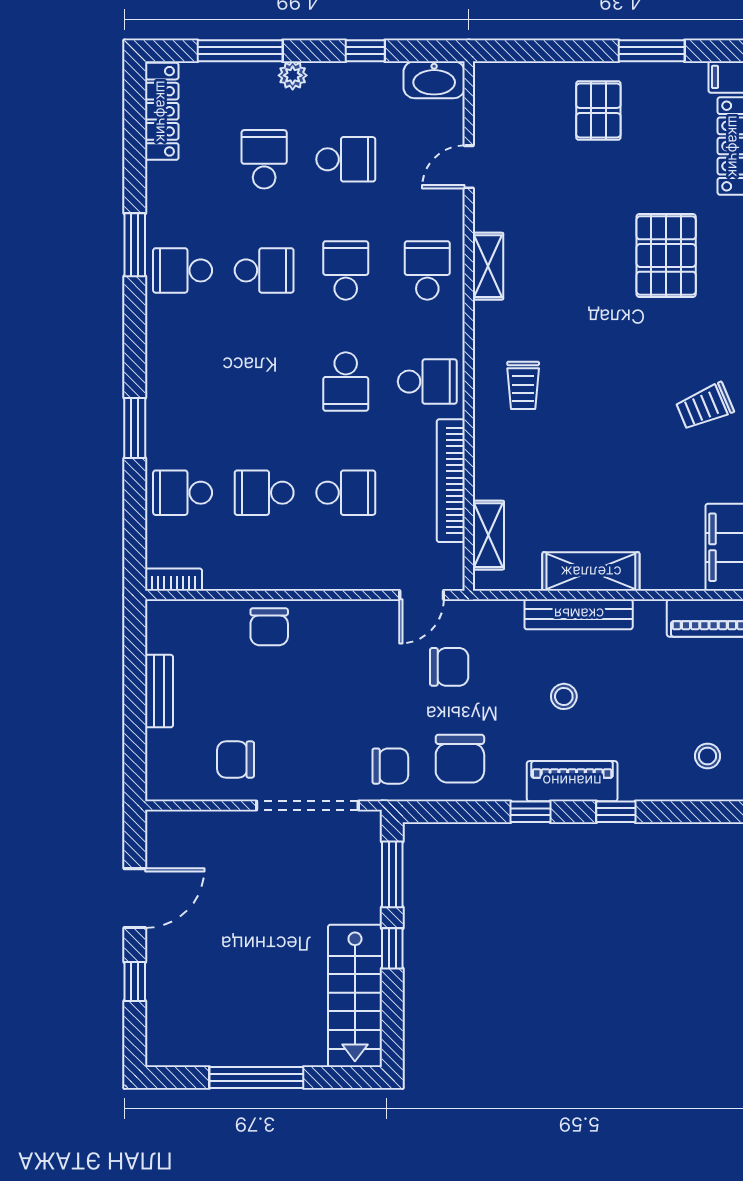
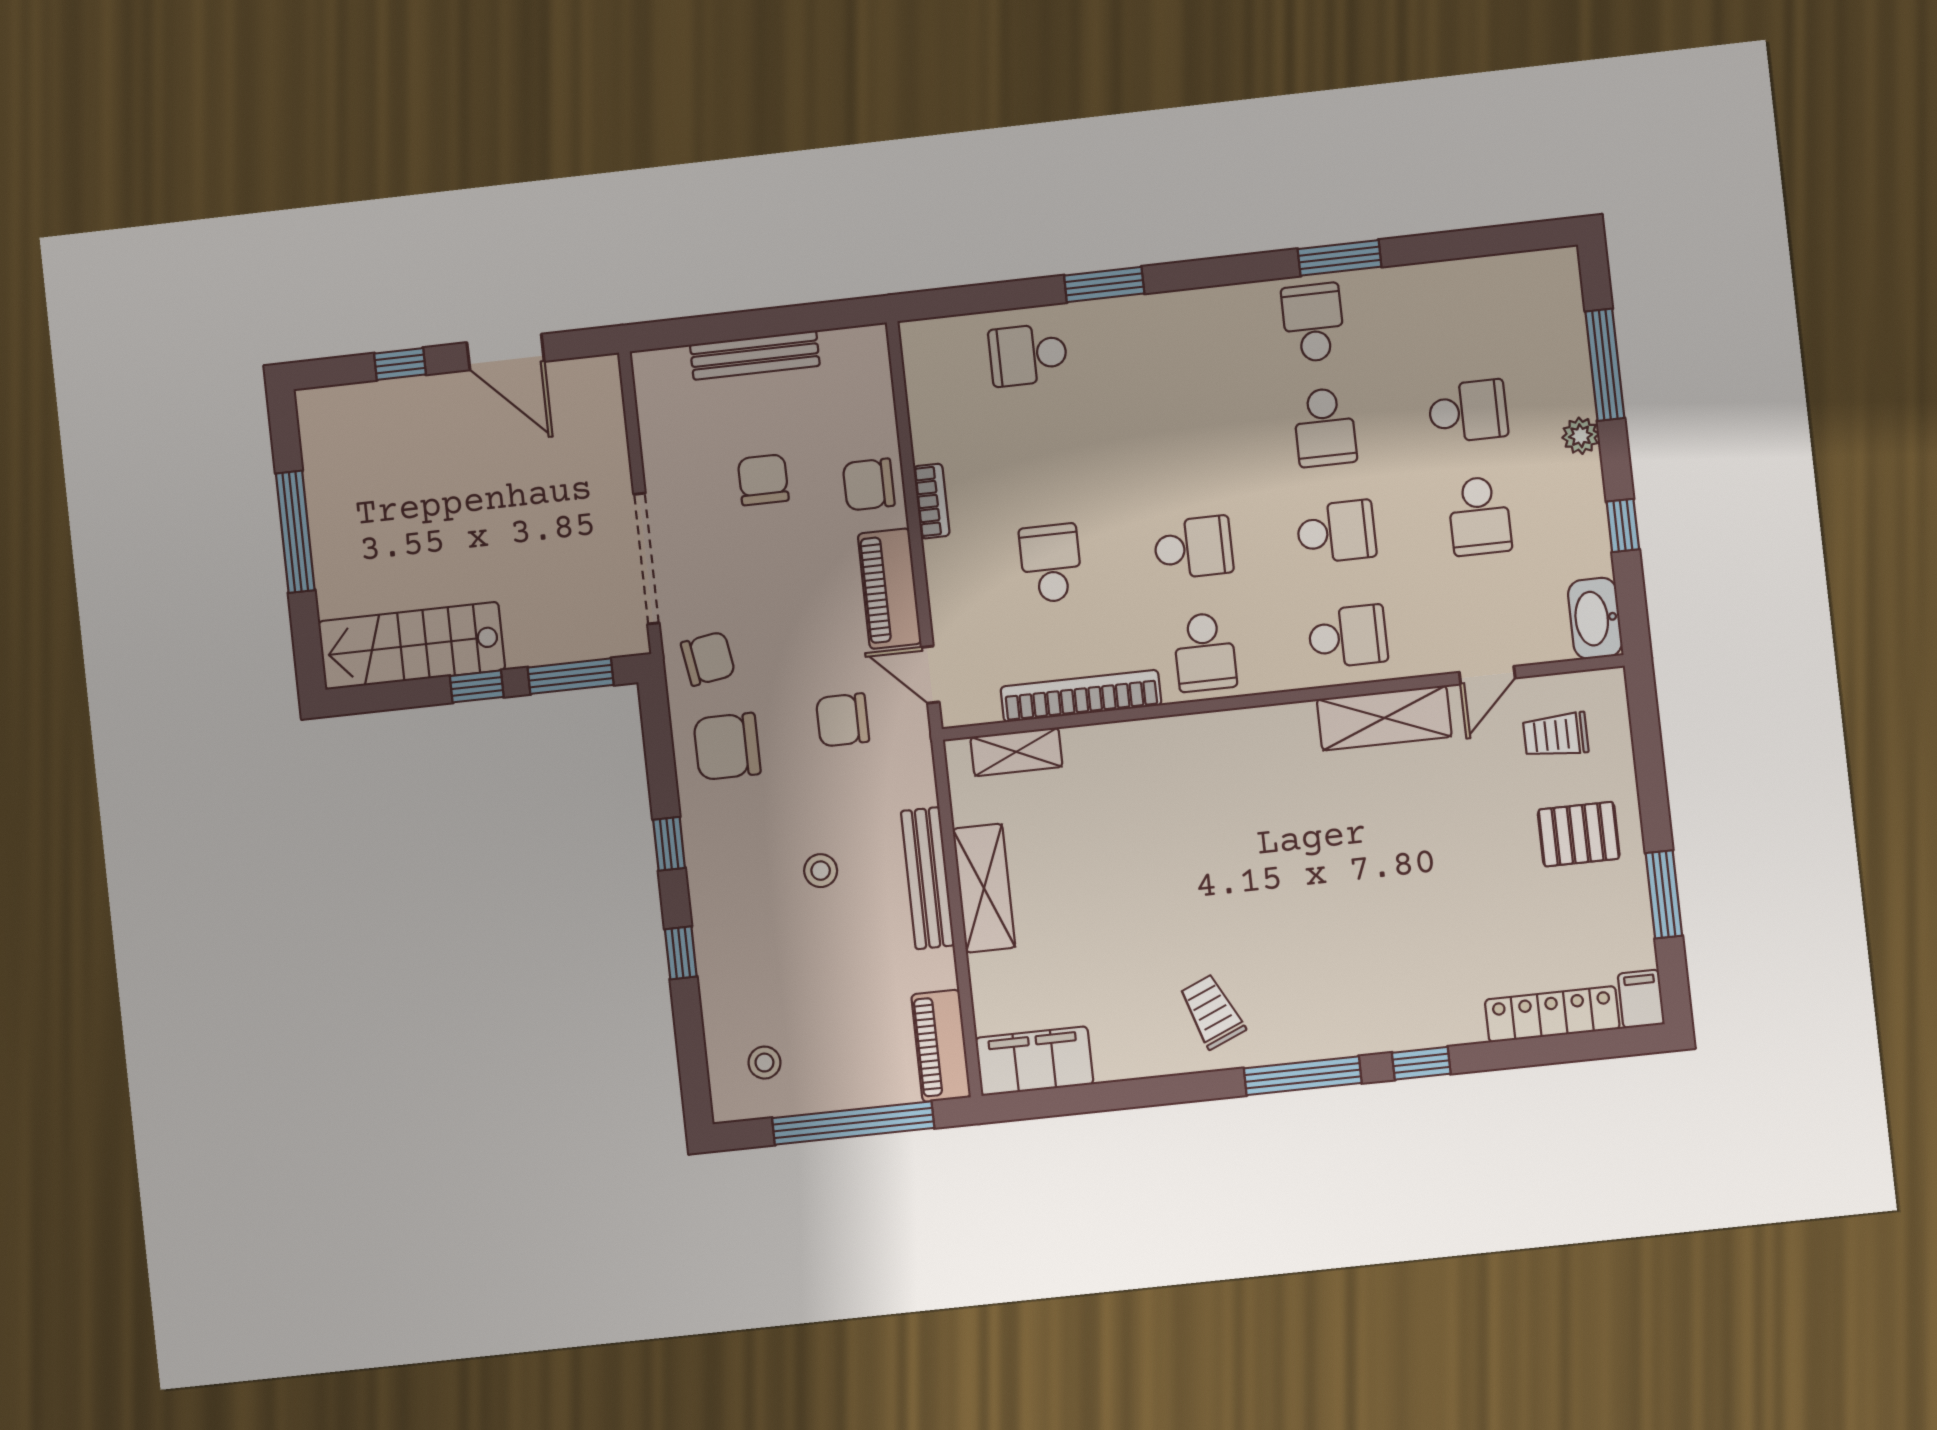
locker: (162, 111) -> (1515, 273), removed
door: (469, 167) -> (1487, 675), swing flipped
pallet: (666, 255) -> (1401, 941), removed
shelving: (488, 266) -> (1384, 718), width x1.50, depth x1.33
school desk: (346, 382) -> (1193, 548), turned 180
trolley: (523, 385) -> (1556, 735), moved
school desk: (183, 493) -> (1028, 355), turned -90
school desk: (264, 493) -> (1039, 459), removed
school desk: (346, 493) -> (1051, 563), turned 180
bookcase: (174, 580) -> (932, 501), moved
chair: (449, 667) -> (843, 720), turned 90
bench: (159, 691) -> (755, 355), width x1.36
chair: (236, 760) -> (763, 480), moved
chair: (390, 766) -> (708, 659), turned -99
piano: (572, 781) -> (890, 589), moved, turned 180

